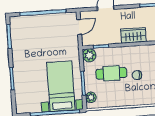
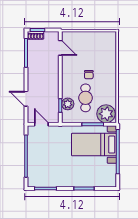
wardrobe: (133, 35) -> (52, 75), removed
plant: (89, 55) -> (68, 104), moved
plant: (91, 97) -> (106, 114), width x1.87, depth x1.87

